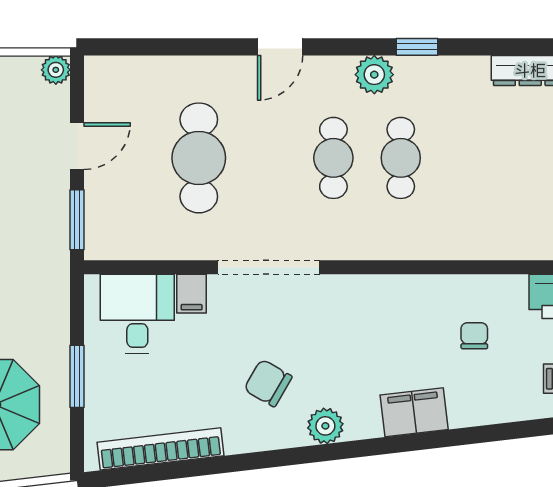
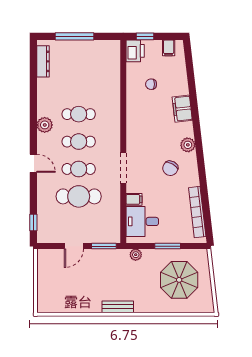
window: (417, 47) -> (33, 223), moved
plant: (56, 70) -> (136, 255), moved
door: (77, 146) -> (74, 246), swing flipped
cafe table: (266, 158) -> (79, 169), added
doorway: (269, 267) -> (123, 168), width x0.73

